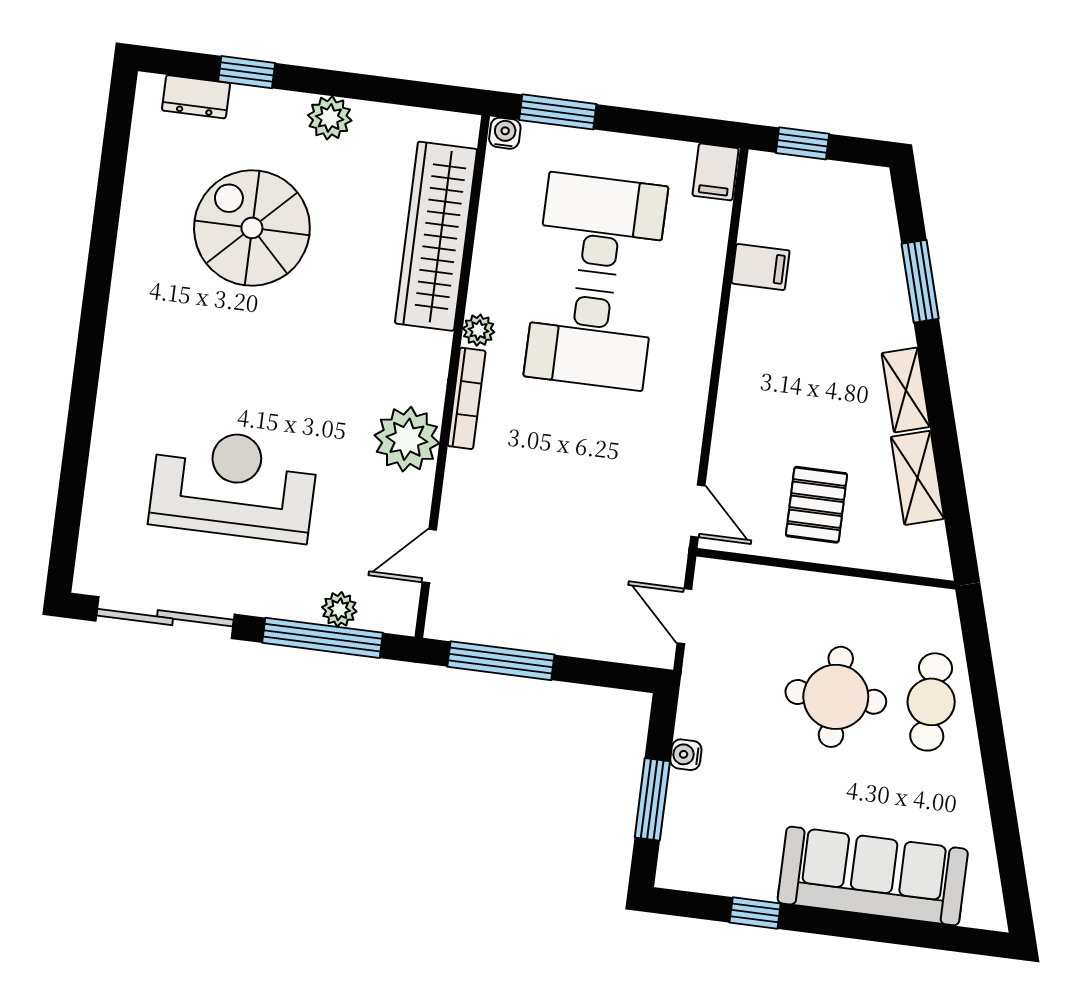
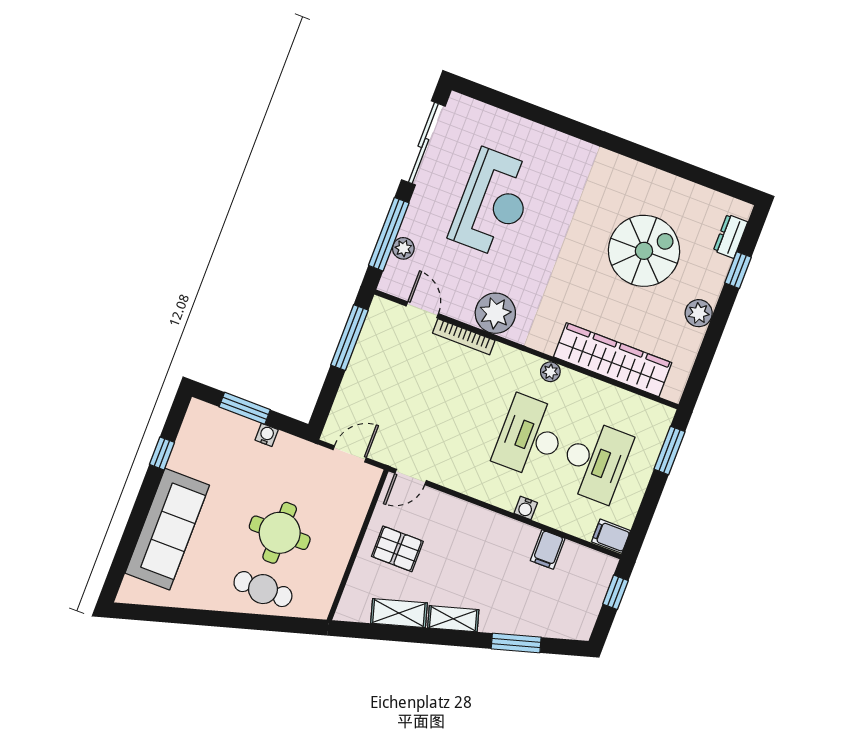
water cooler: (505, 133) -> (526, 508), moved, turned 90
bookcase: (467, 398) -> (464, 337), moved

